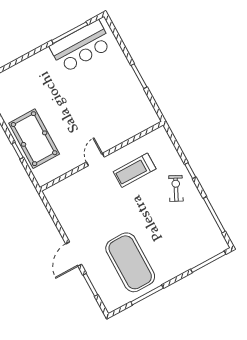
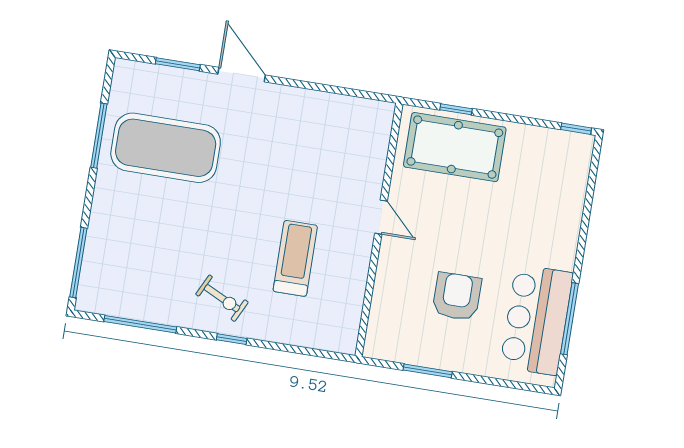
armchair: (97, 88) -> (457, 297), added
wall: (101, 156) -> (379, 230), moved
door: (95, 160) -> (381, 217), moved

